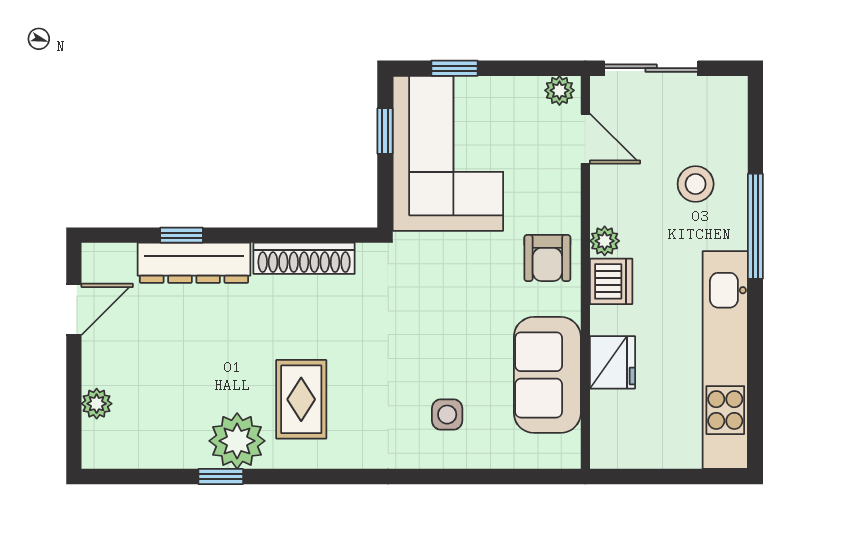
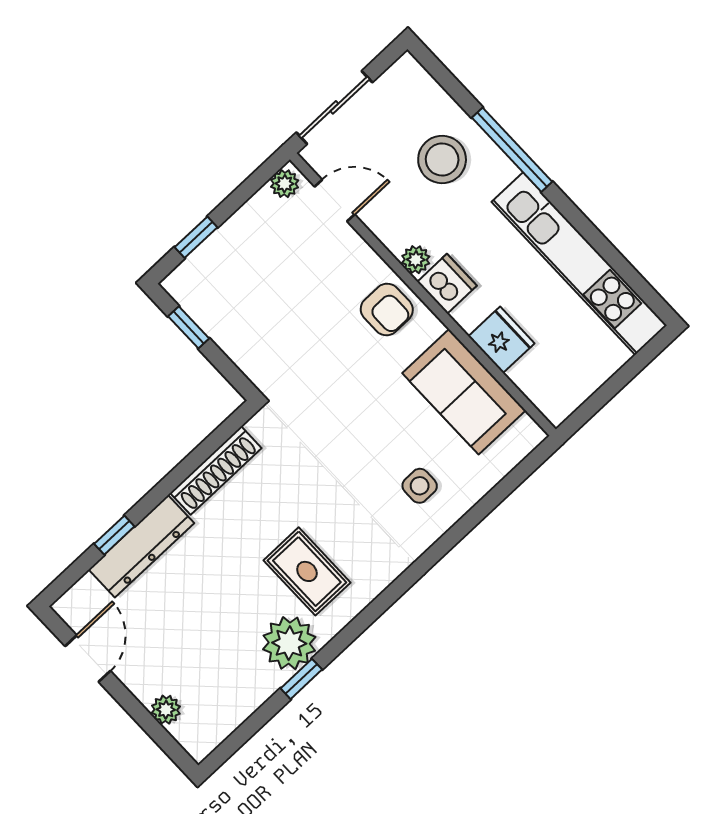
corner sofa: (448, 153) -> (248, 301), removed
stool: (696, 184) -> (442, 160), width x1.38, depth x1.38

